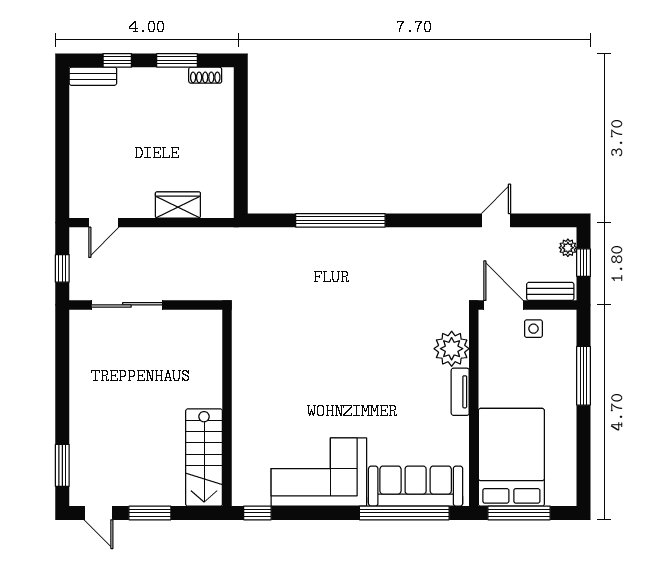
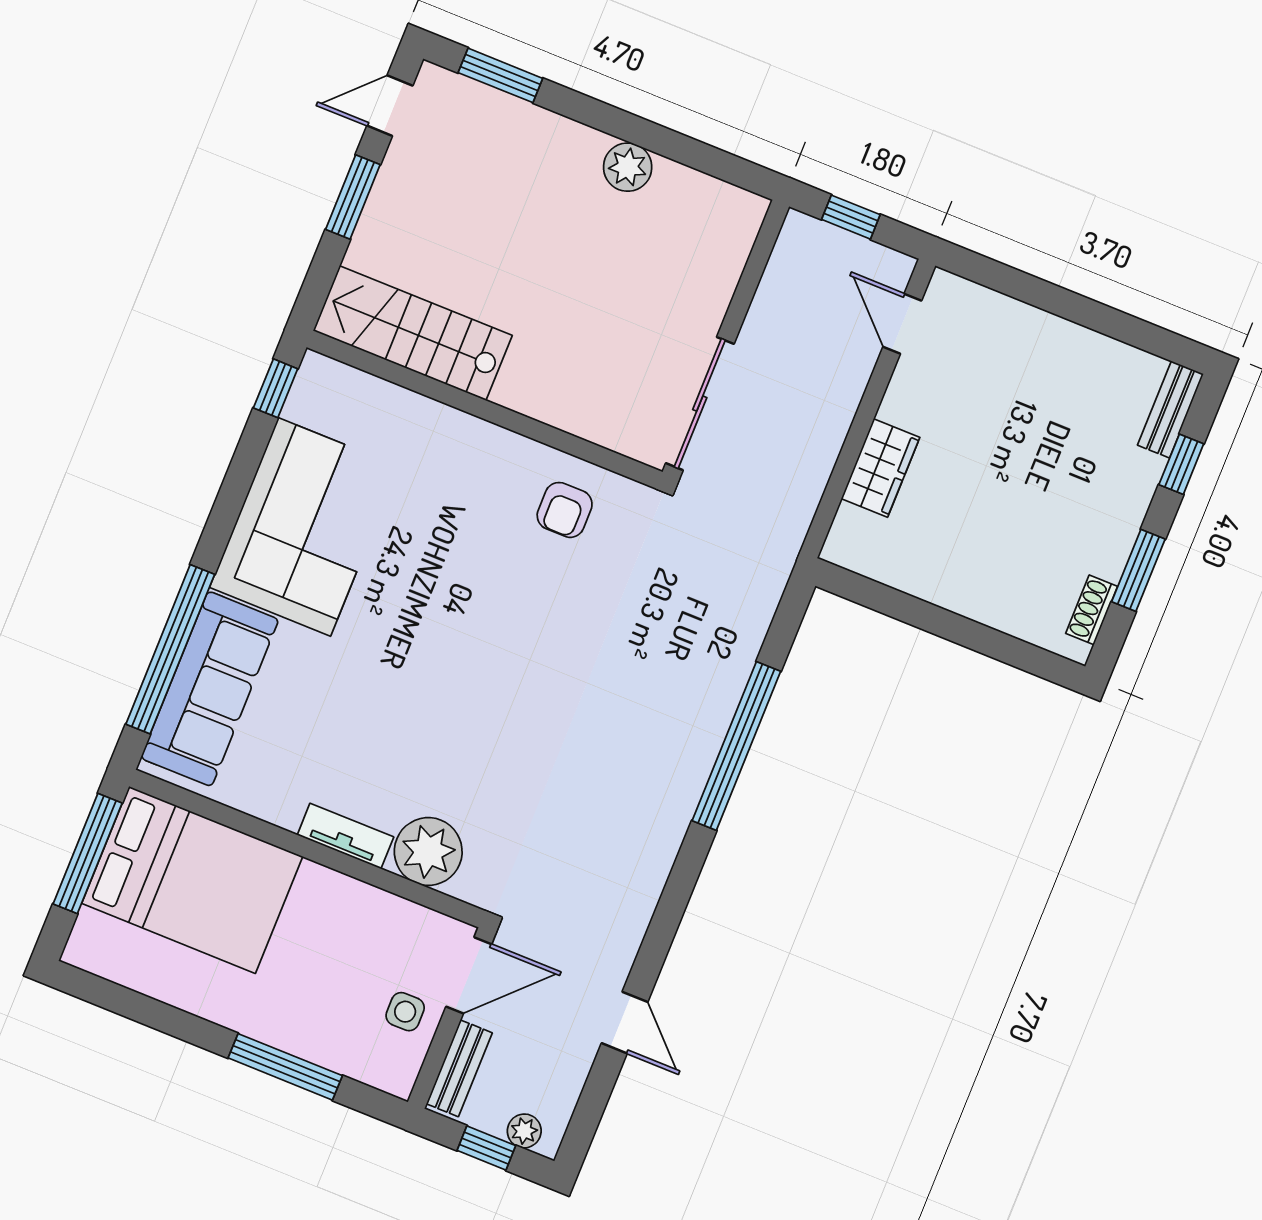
sliding door: (127, 305) -> (700, 404), moved
armchair: (260, 350) -> (565, 510), added
plant: (82, 386) -> (628, 167), added

